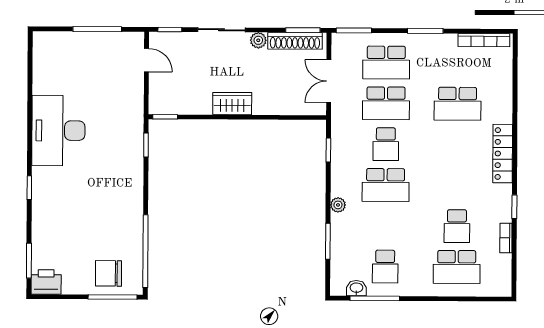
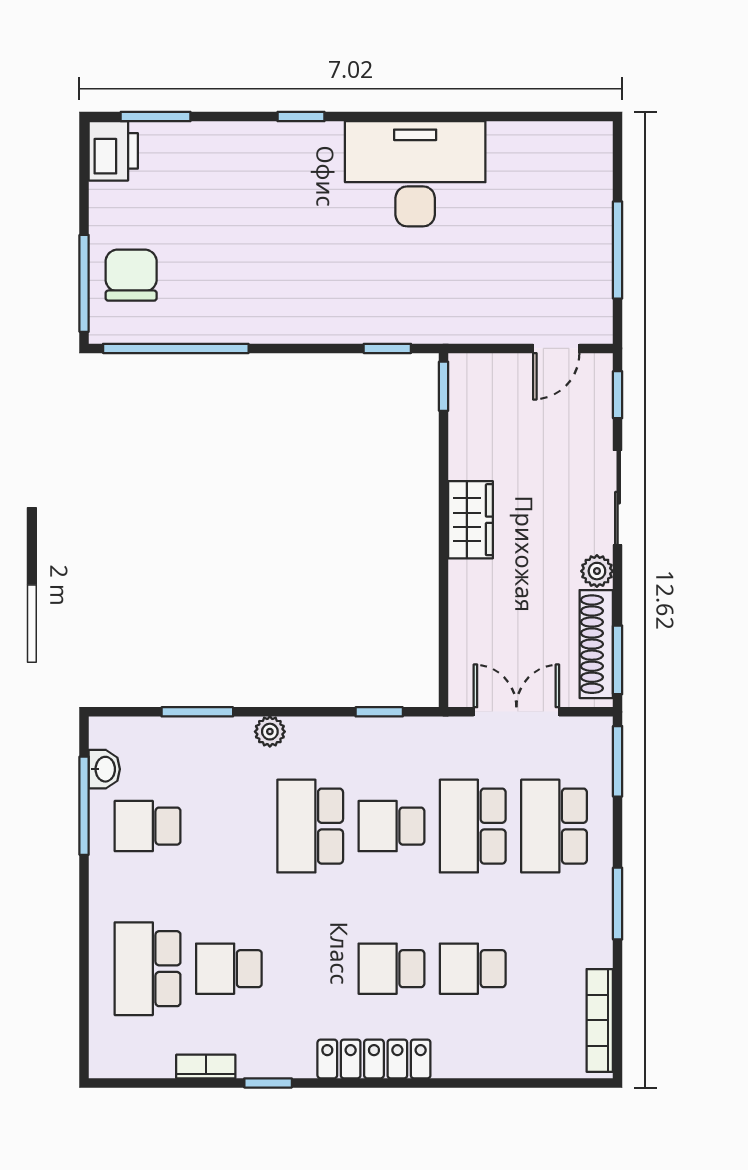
school desk: (458, 104) -> (473, 969), width x0.54
school desk: (457, 145) -> (391, 969), added

